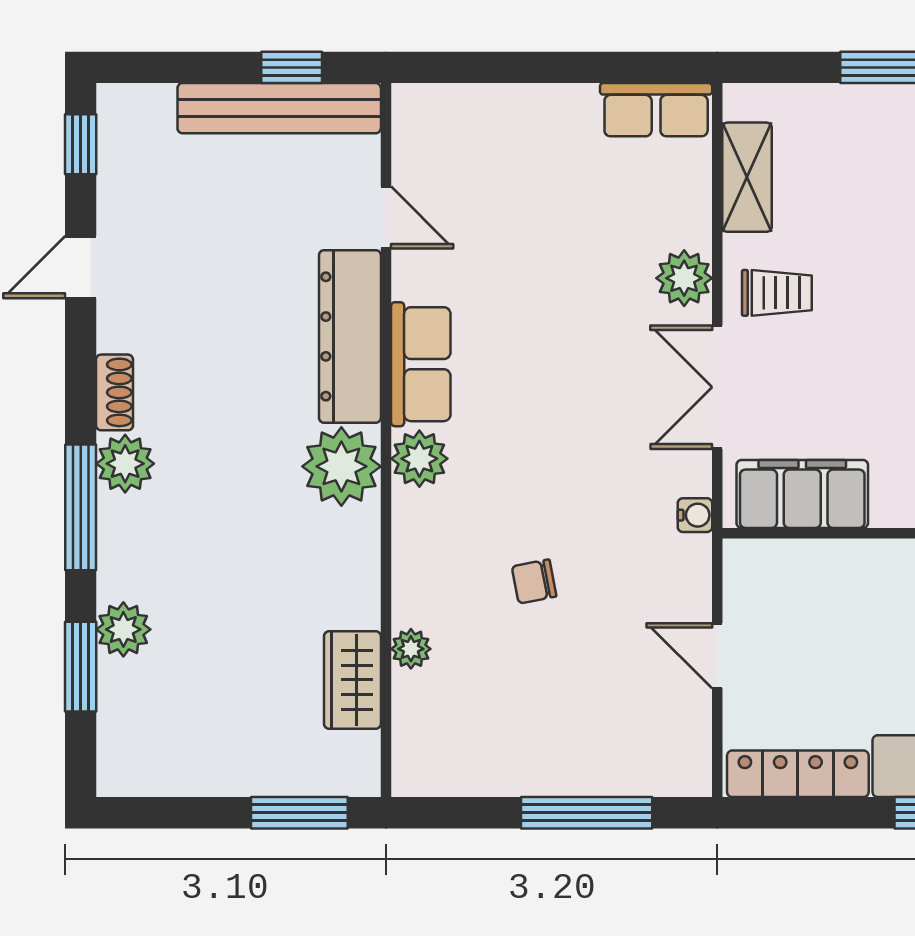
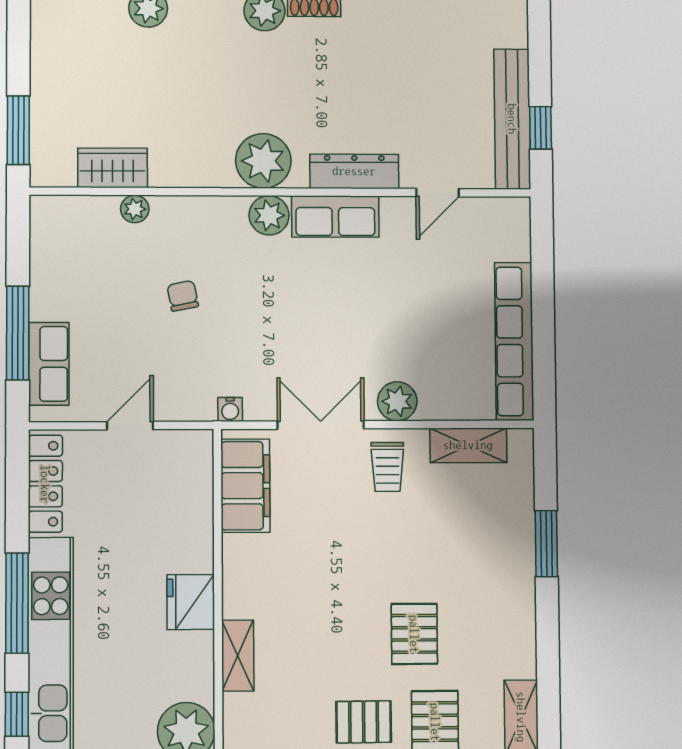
row of seats: (656, 110) -> (514, 341), width x2.02
dresser: (350, 336) -> (354, 171), width x0.73, depth x0.80
row of seats: (630, 769) -> (49, 364), added

